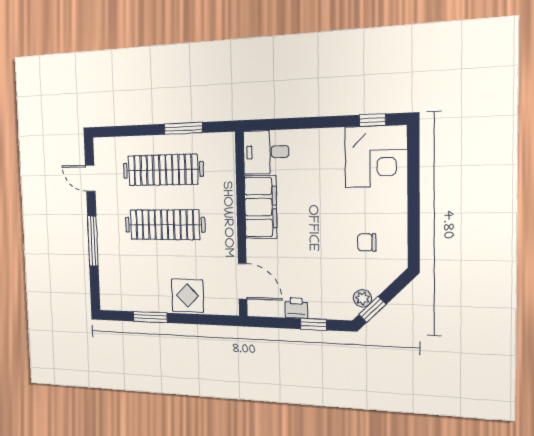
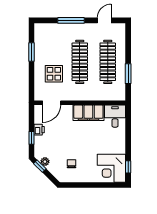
display table: (187, 296) -> (54, 74), moved

